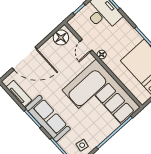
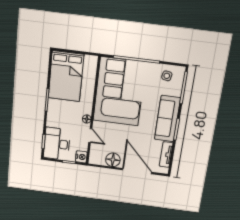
nightstand: (75, 23) -> (81, 157), added
floor lamp: (61, 37) -> (113, 160), moved
door: (86, 46) -> (90, 136), hinge flipped

